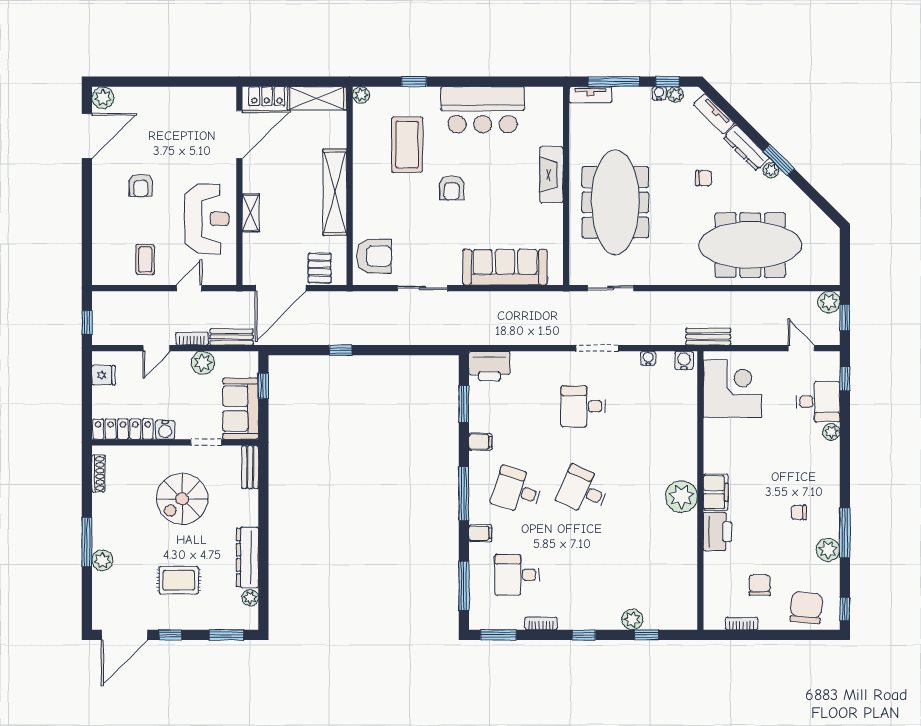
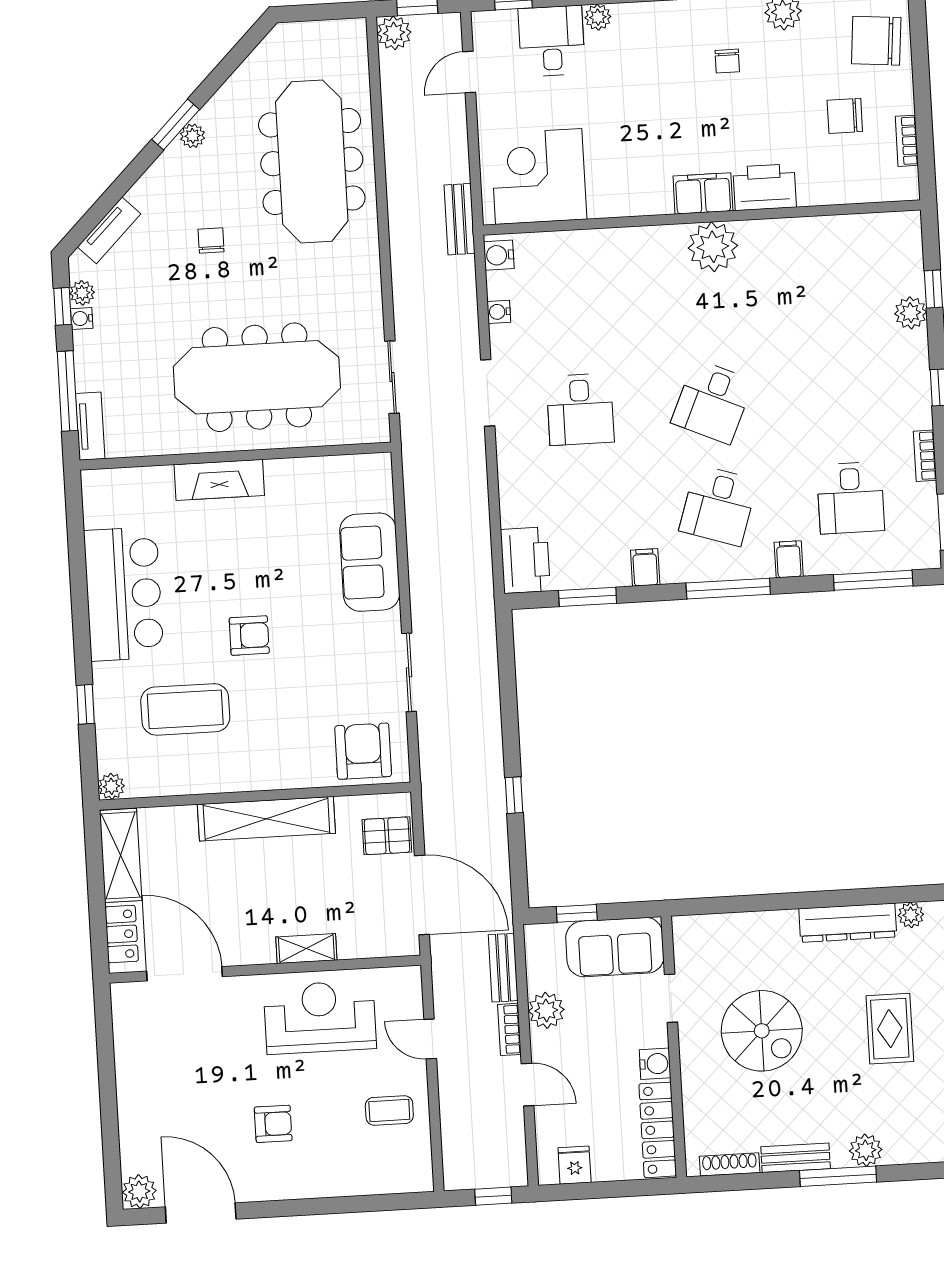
dresser: (746, 148) -> (159, 177), removed
sofa: (505, 267) -> (370, 562), width x0.73
bench: (250, 467) -> (796, 1158), moved

